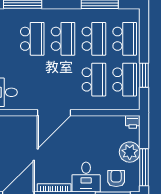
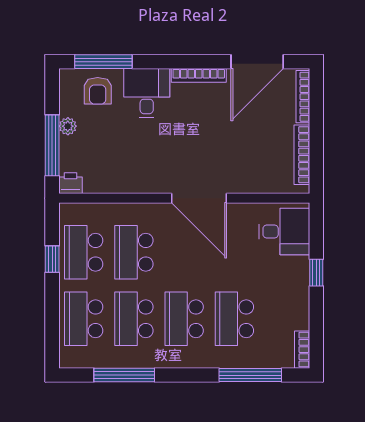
window: (144, 75) -> (52, 259), width x0.67
door: (54, 113) -> (199, 198), swing flipped
plant: (130, 152) -> (68, 126), width x0.53, depth x0.53
window: (144, 167) -> (52, 145), moved

